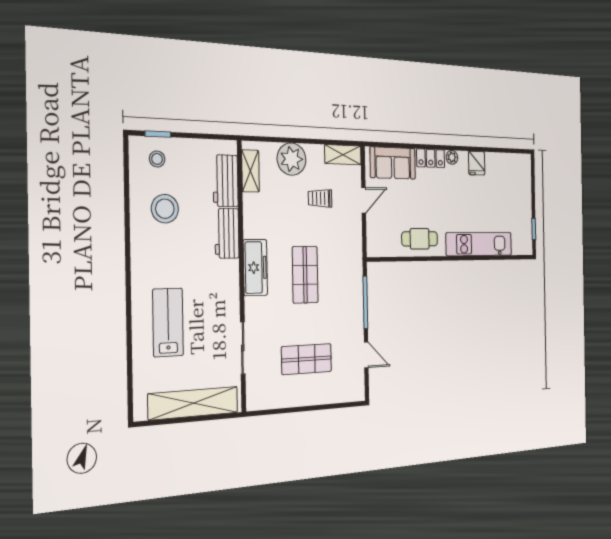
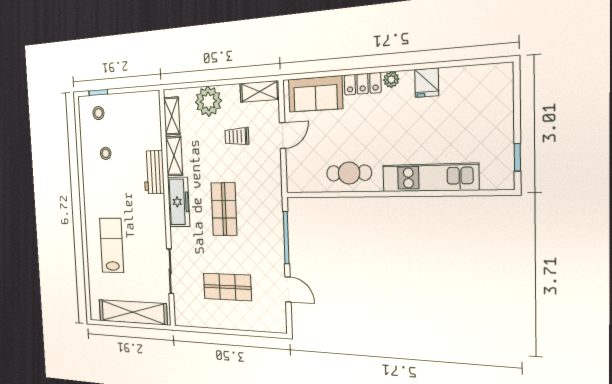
workbench: (226, 181) -> (151, 127), removed
stool: (165, 209) -> (106, 153), width x0.53, depth x0.53
shelving: (252, 216) -> (174, 156), added

